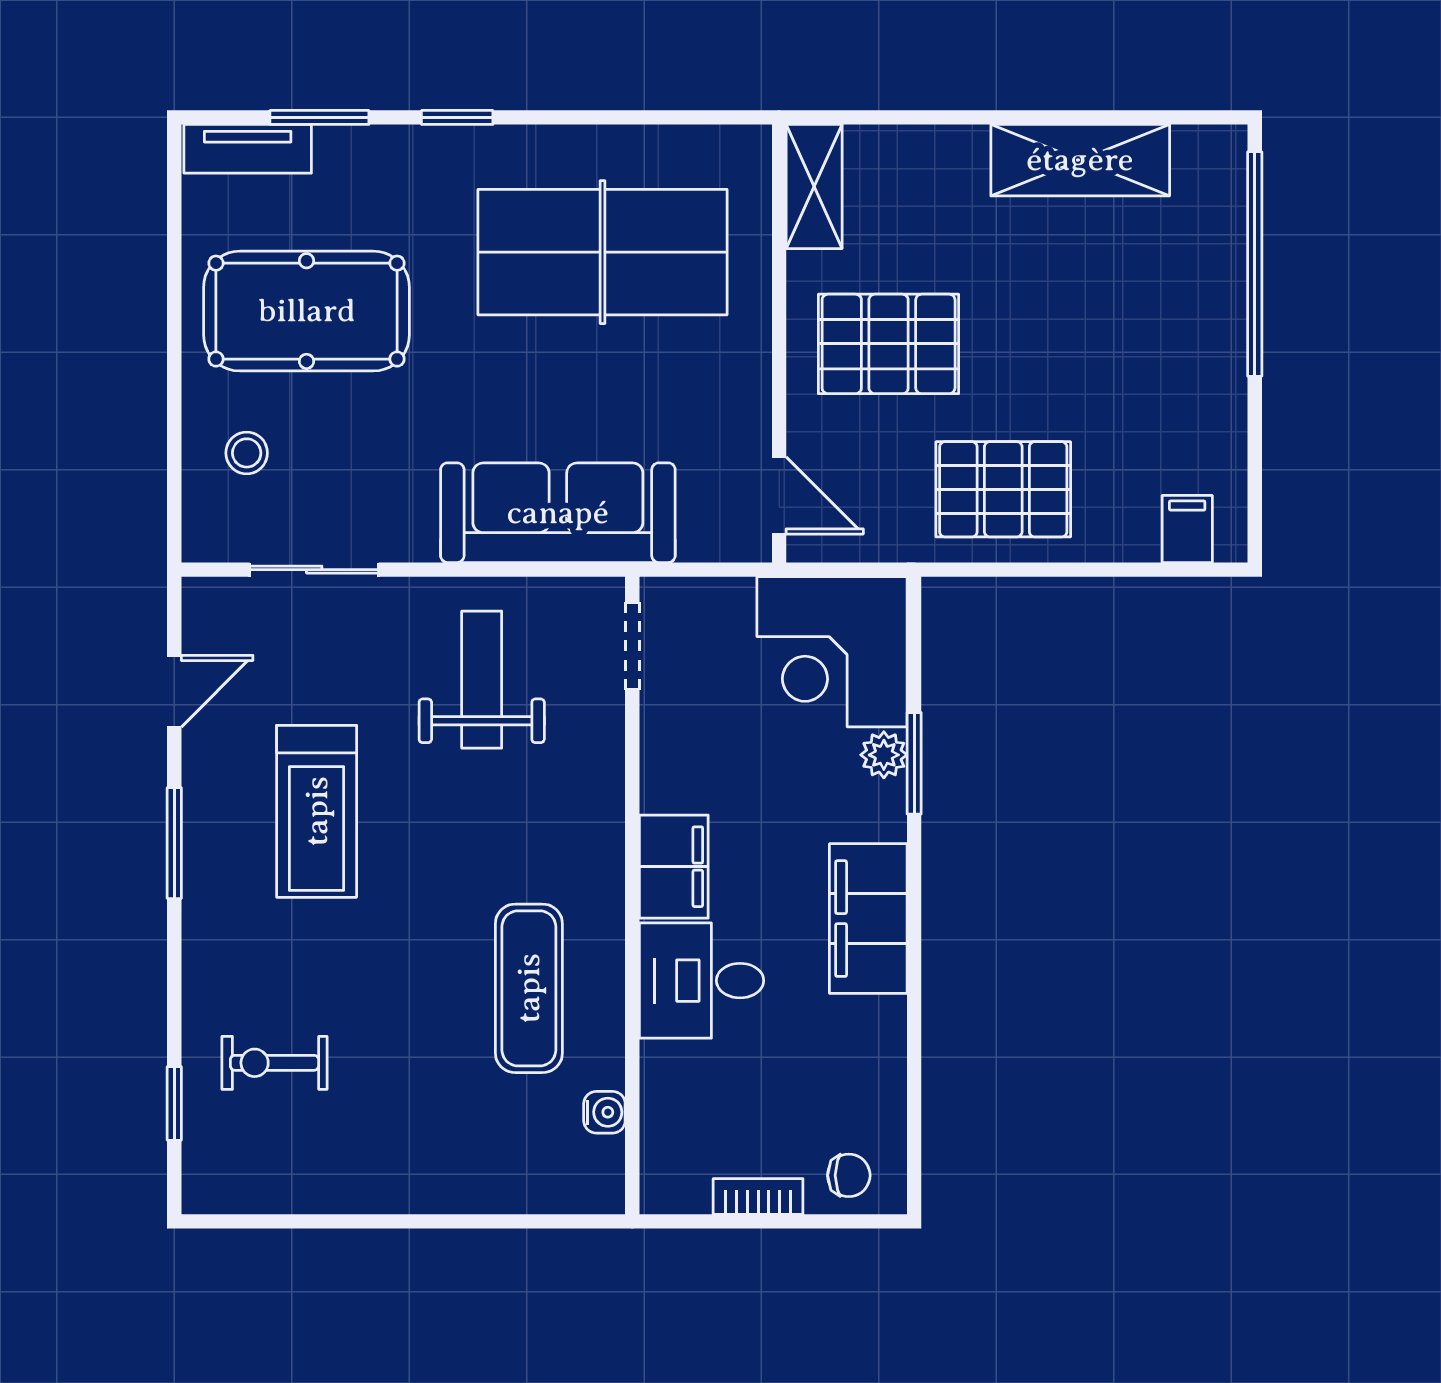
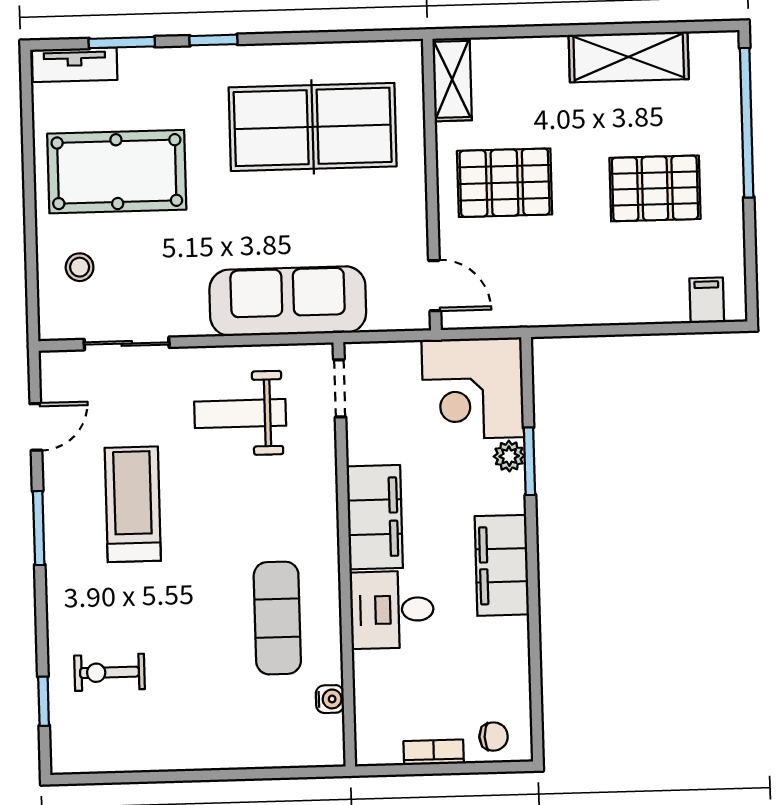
pallet: (1003, 489) -> (655, 188), moved
weight bench: (482, 680) -> (240, 414), turned -90
treadmill: (317, 811) -> (133, 504), turned 180
filing cabinet: (674, 867) -> (375, 517), width x1.50, depth x1.17

